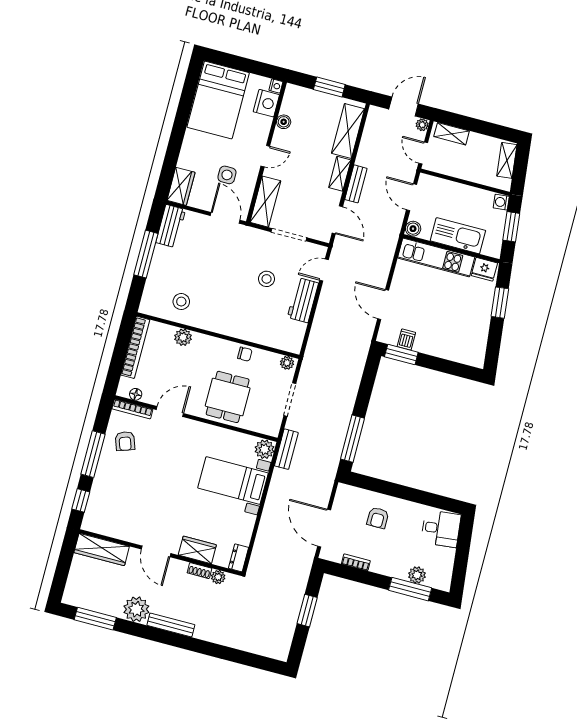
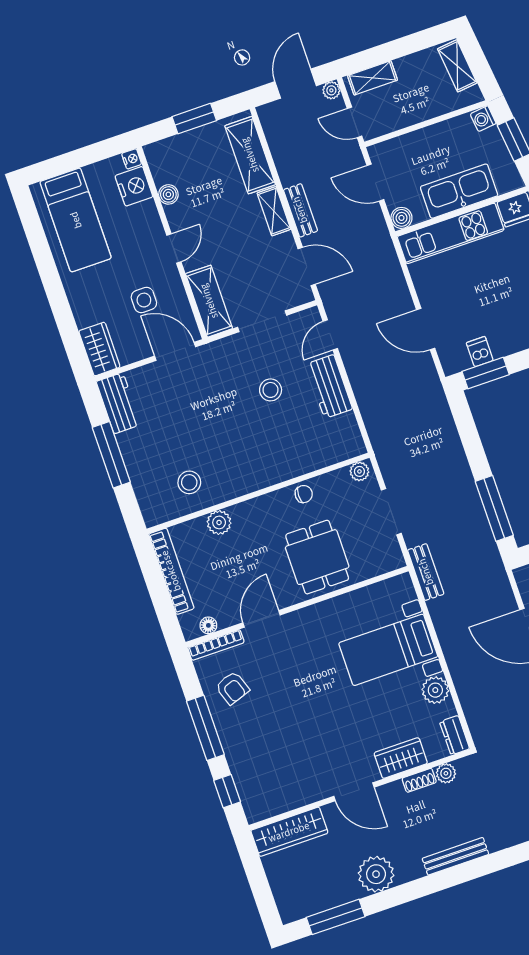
bed: (218, 100) -> (76, 220), width x0.67
plant: (265, 449) -> (435, 690), moved
bench: (171, 625) -> (455, 856), moved

